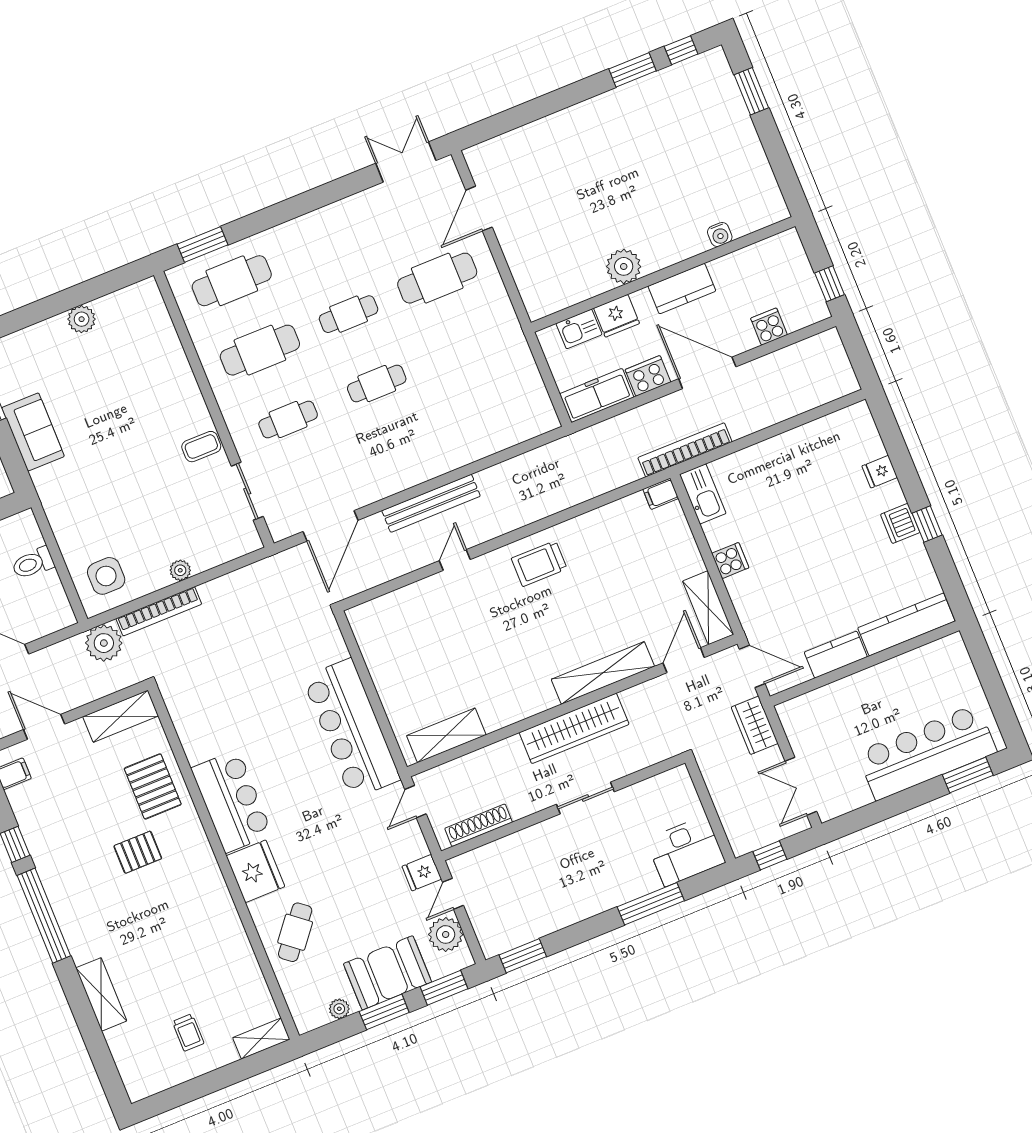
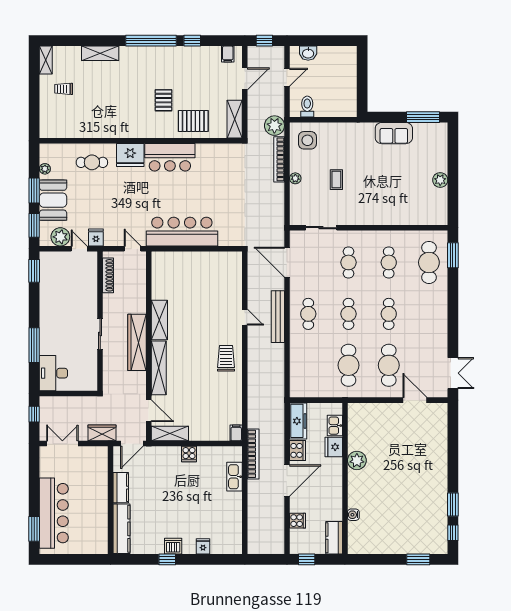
kitchen counter: (682, 289) -> (334, 538), moved
cafe table: (465, 348) -> (349, 365), added
cafe table: (260, 350) -> (389, 262), width x0.73, depth x0.74
coffee table: (201, 447) -> (336, 180), moved
cafe table: (405, 453) -> (308, 314), added
kitchen sink: (703, 494) -> (235, 477), moved, turned 90
toilet: (33, 563) -> (307, 106), moved
shelving: (446, 735) -> (159, 320), moved
cafe table: (295, 932) -> (92, 162), turned -39
shelving: (261, 1039) -> (46, 60), moved

